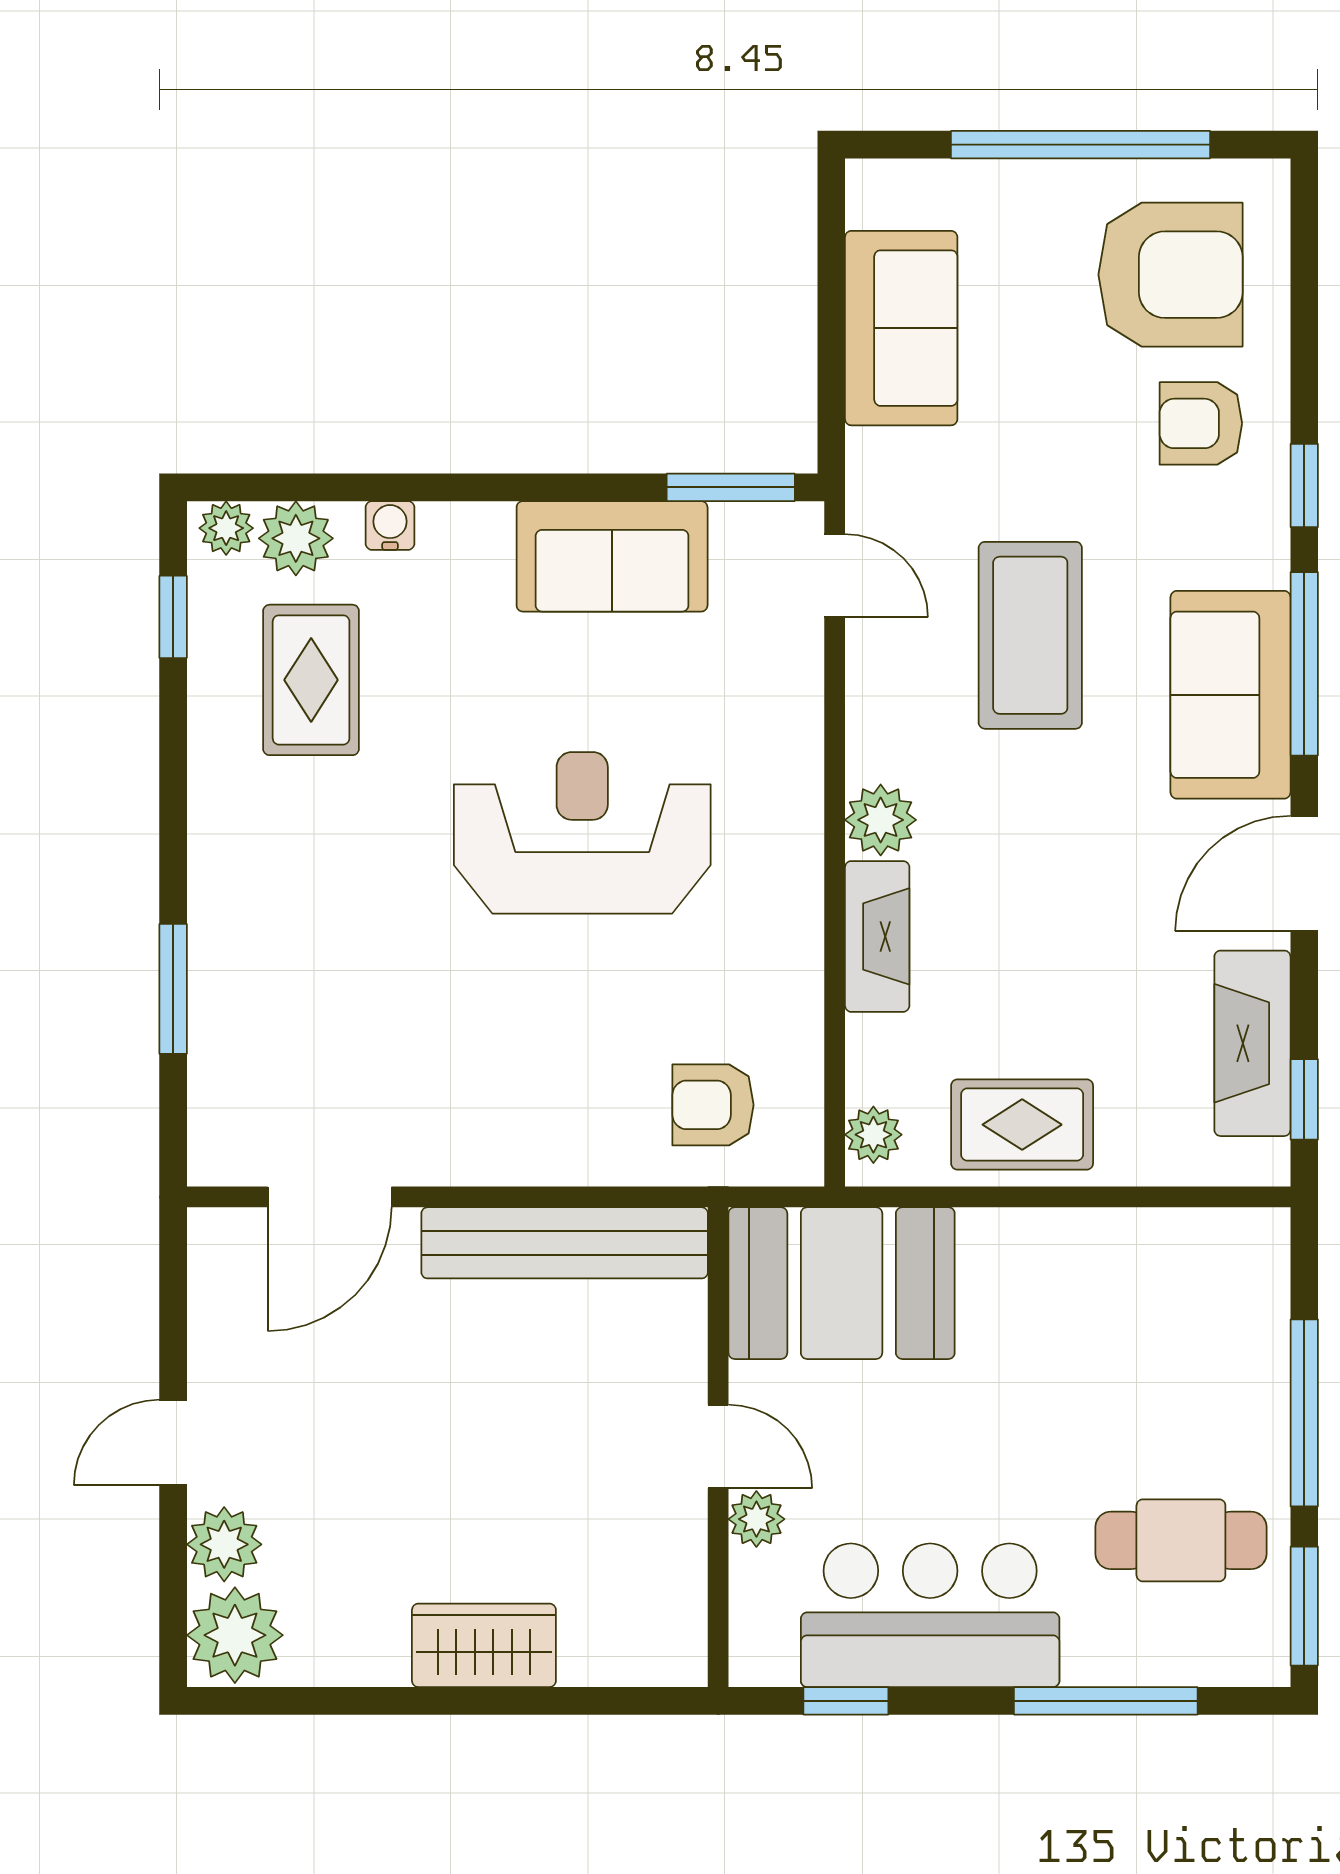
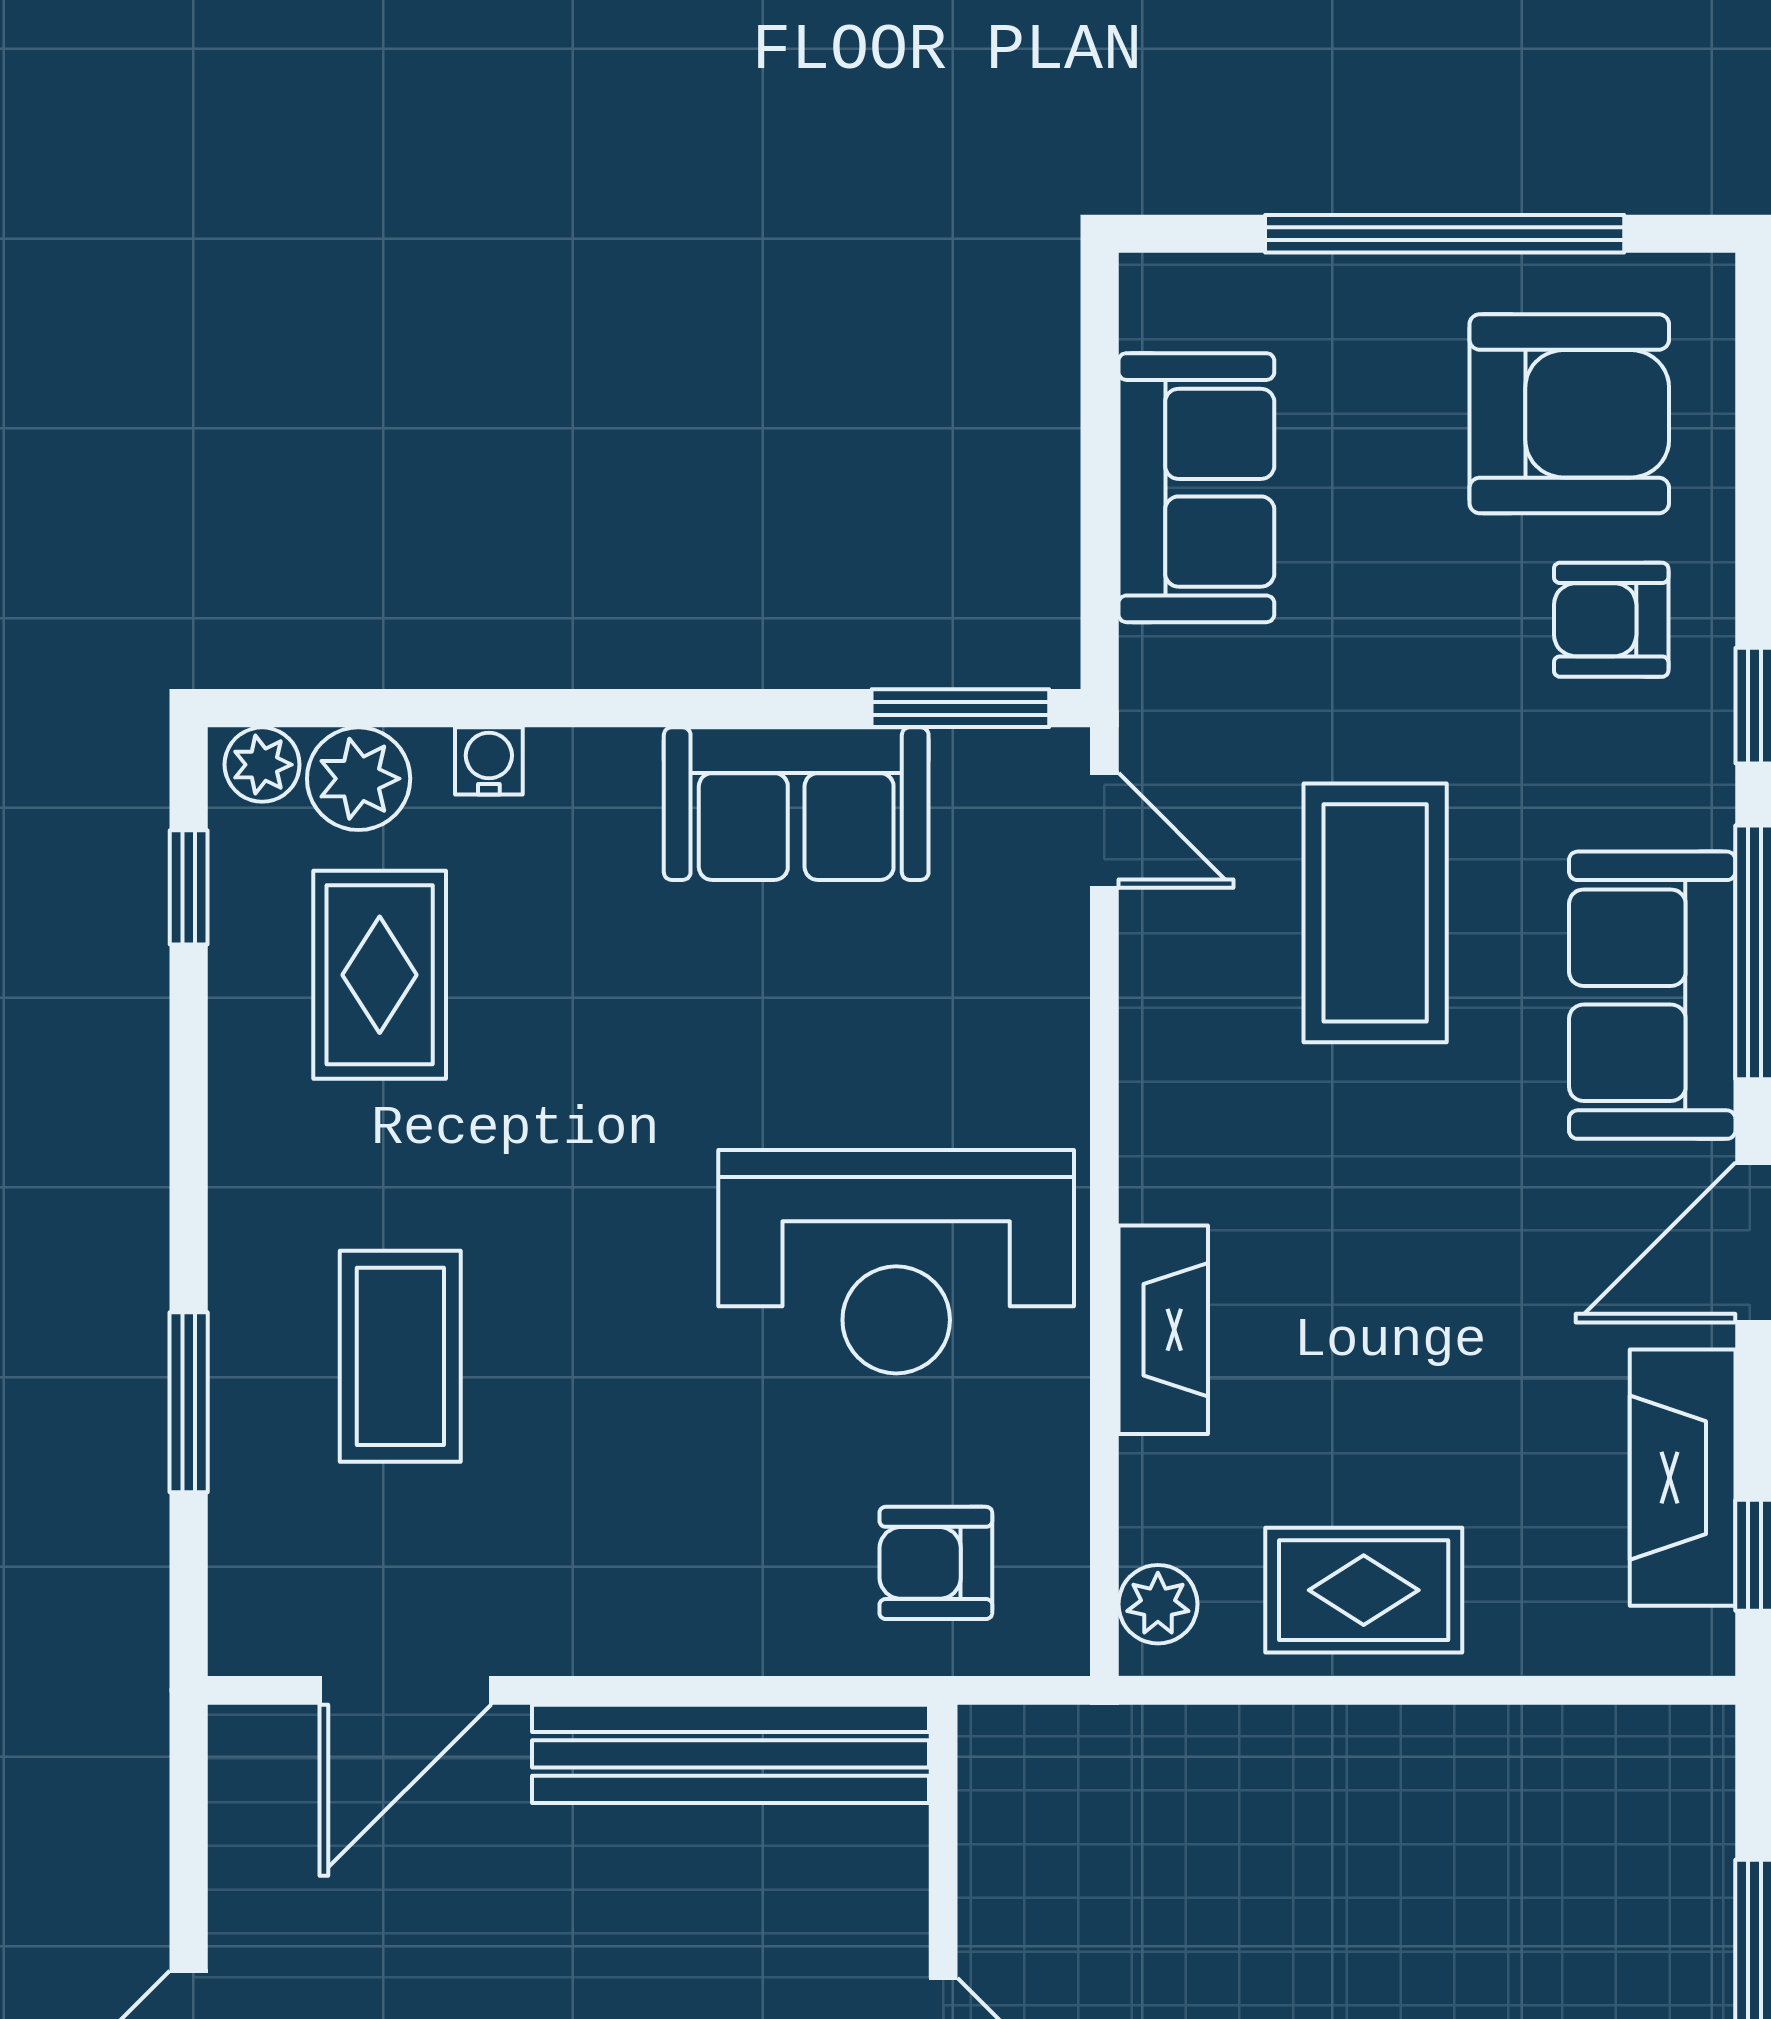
plant: (881, 820) -> (1168, 1168), removed
reception desk: (582, 833) -> (896, 1262), moved, turned 180
coffee table: (326, 956) -> (400, 1356), added
booth: (842, 1283) -> (1114, 1810), removed

